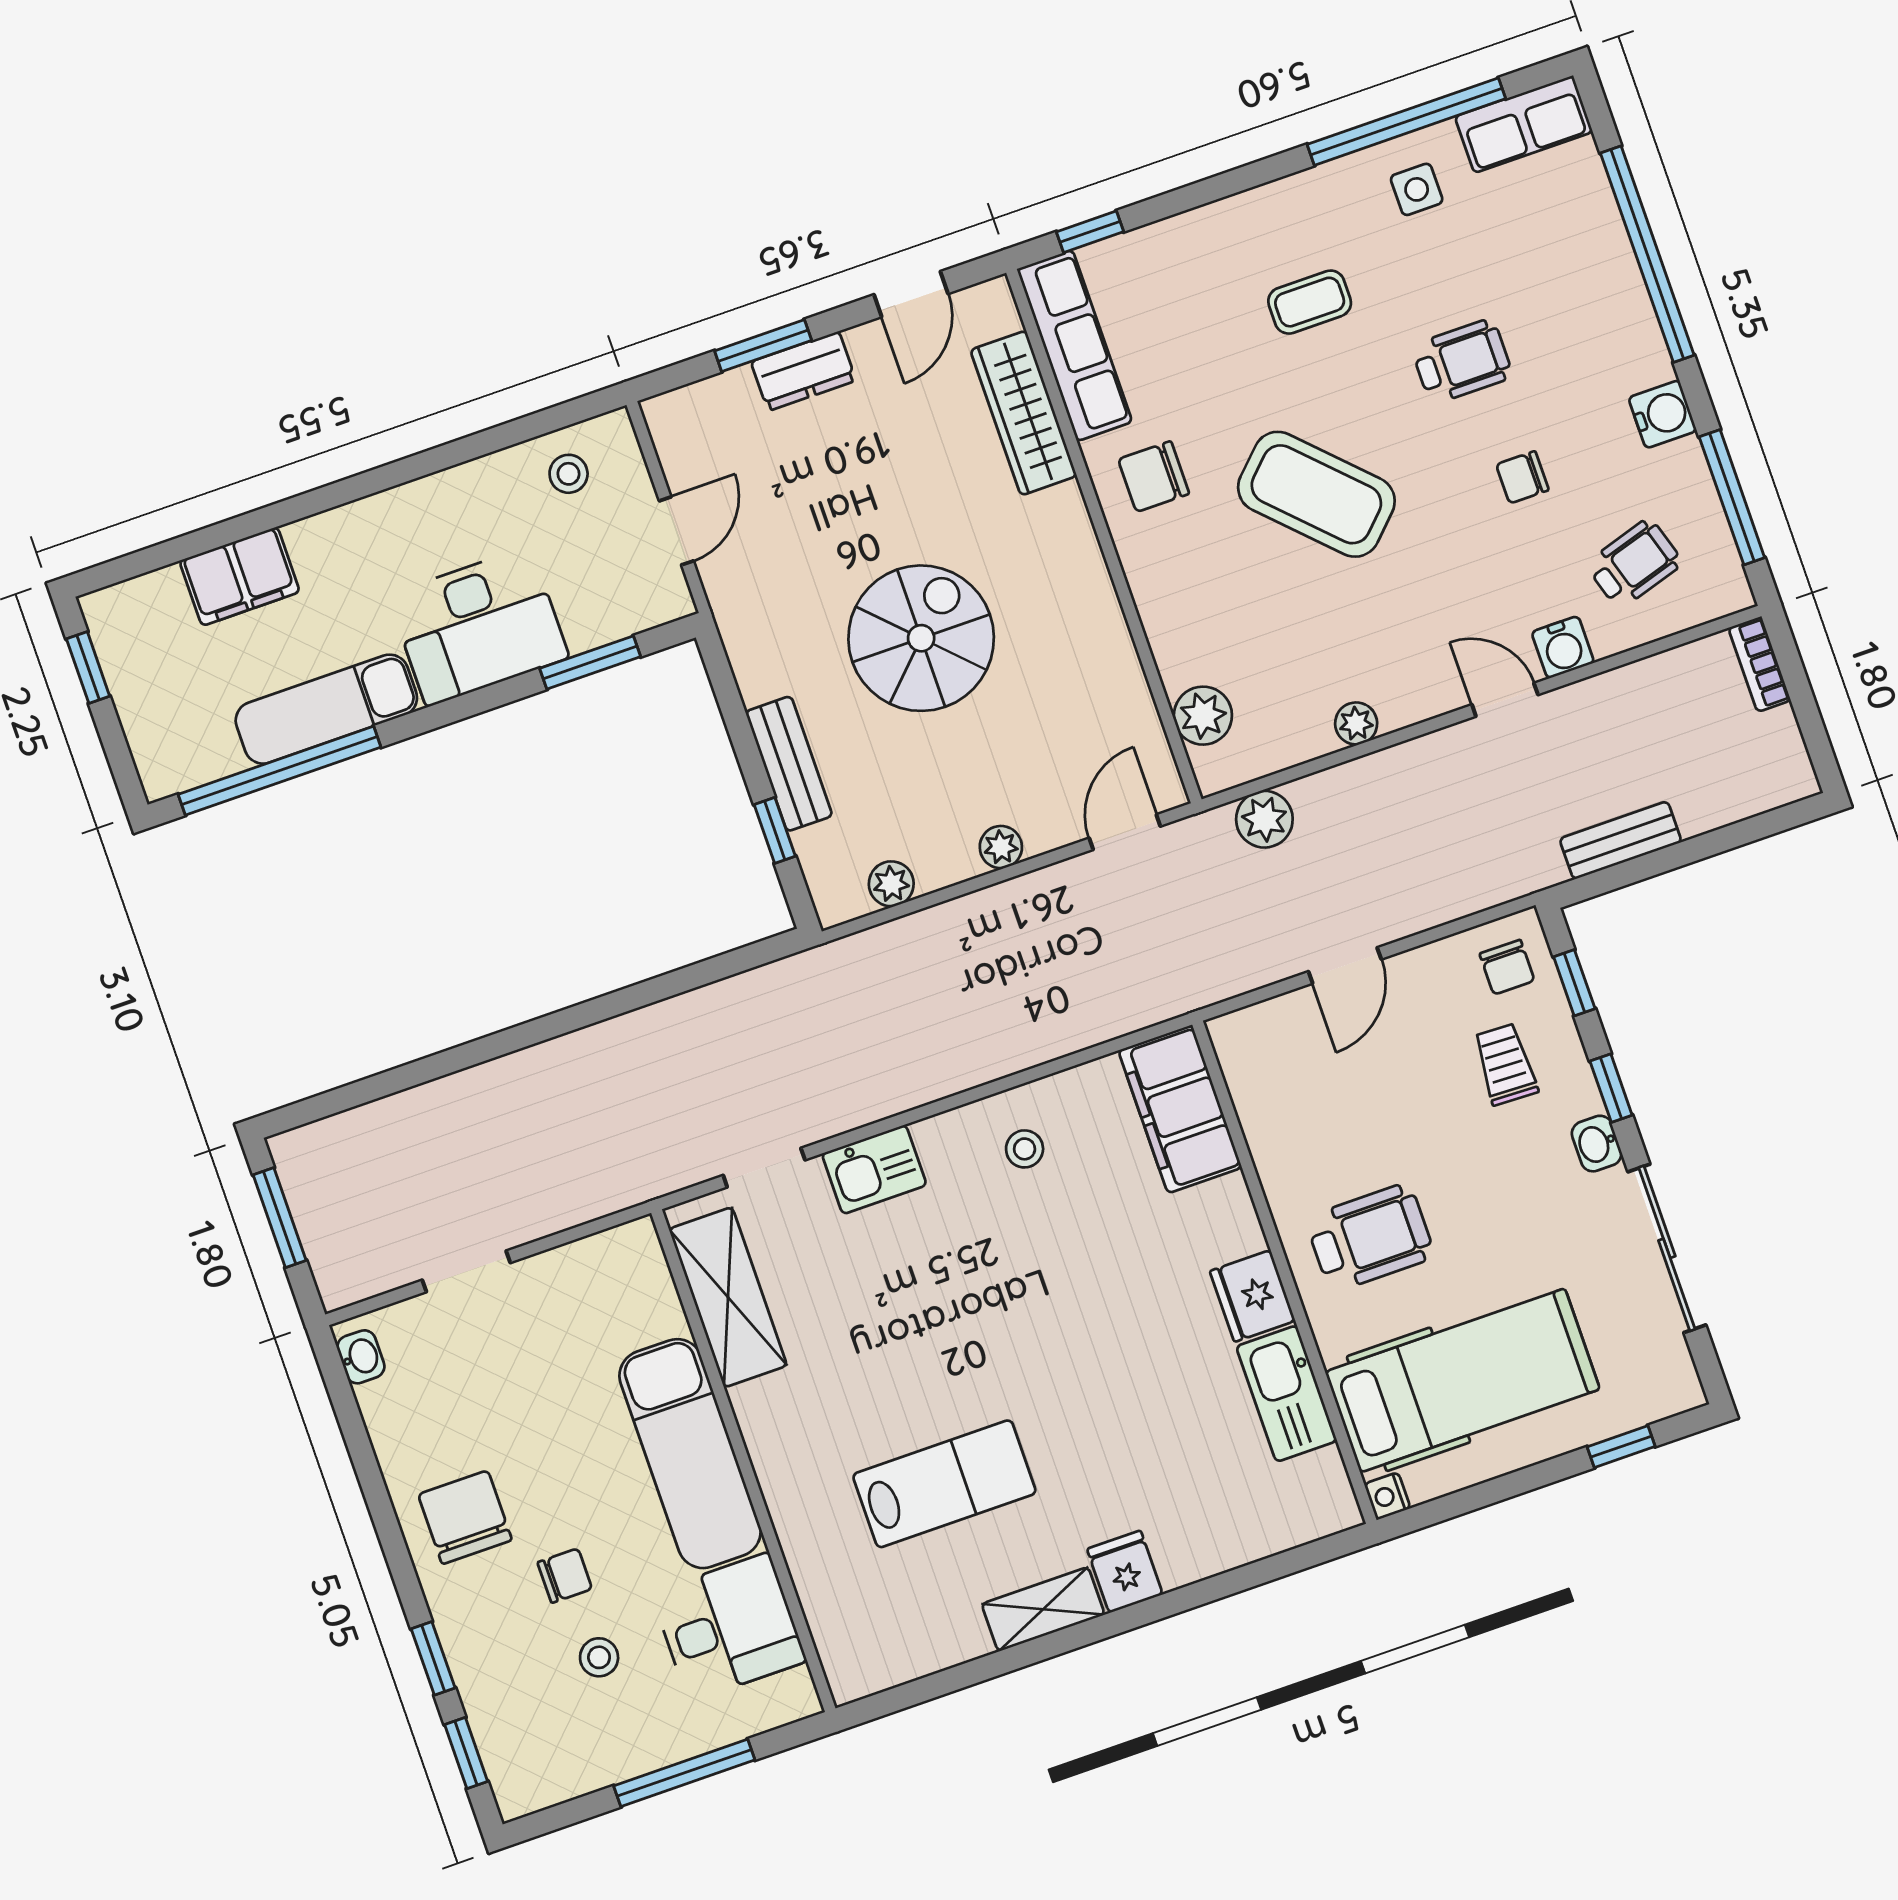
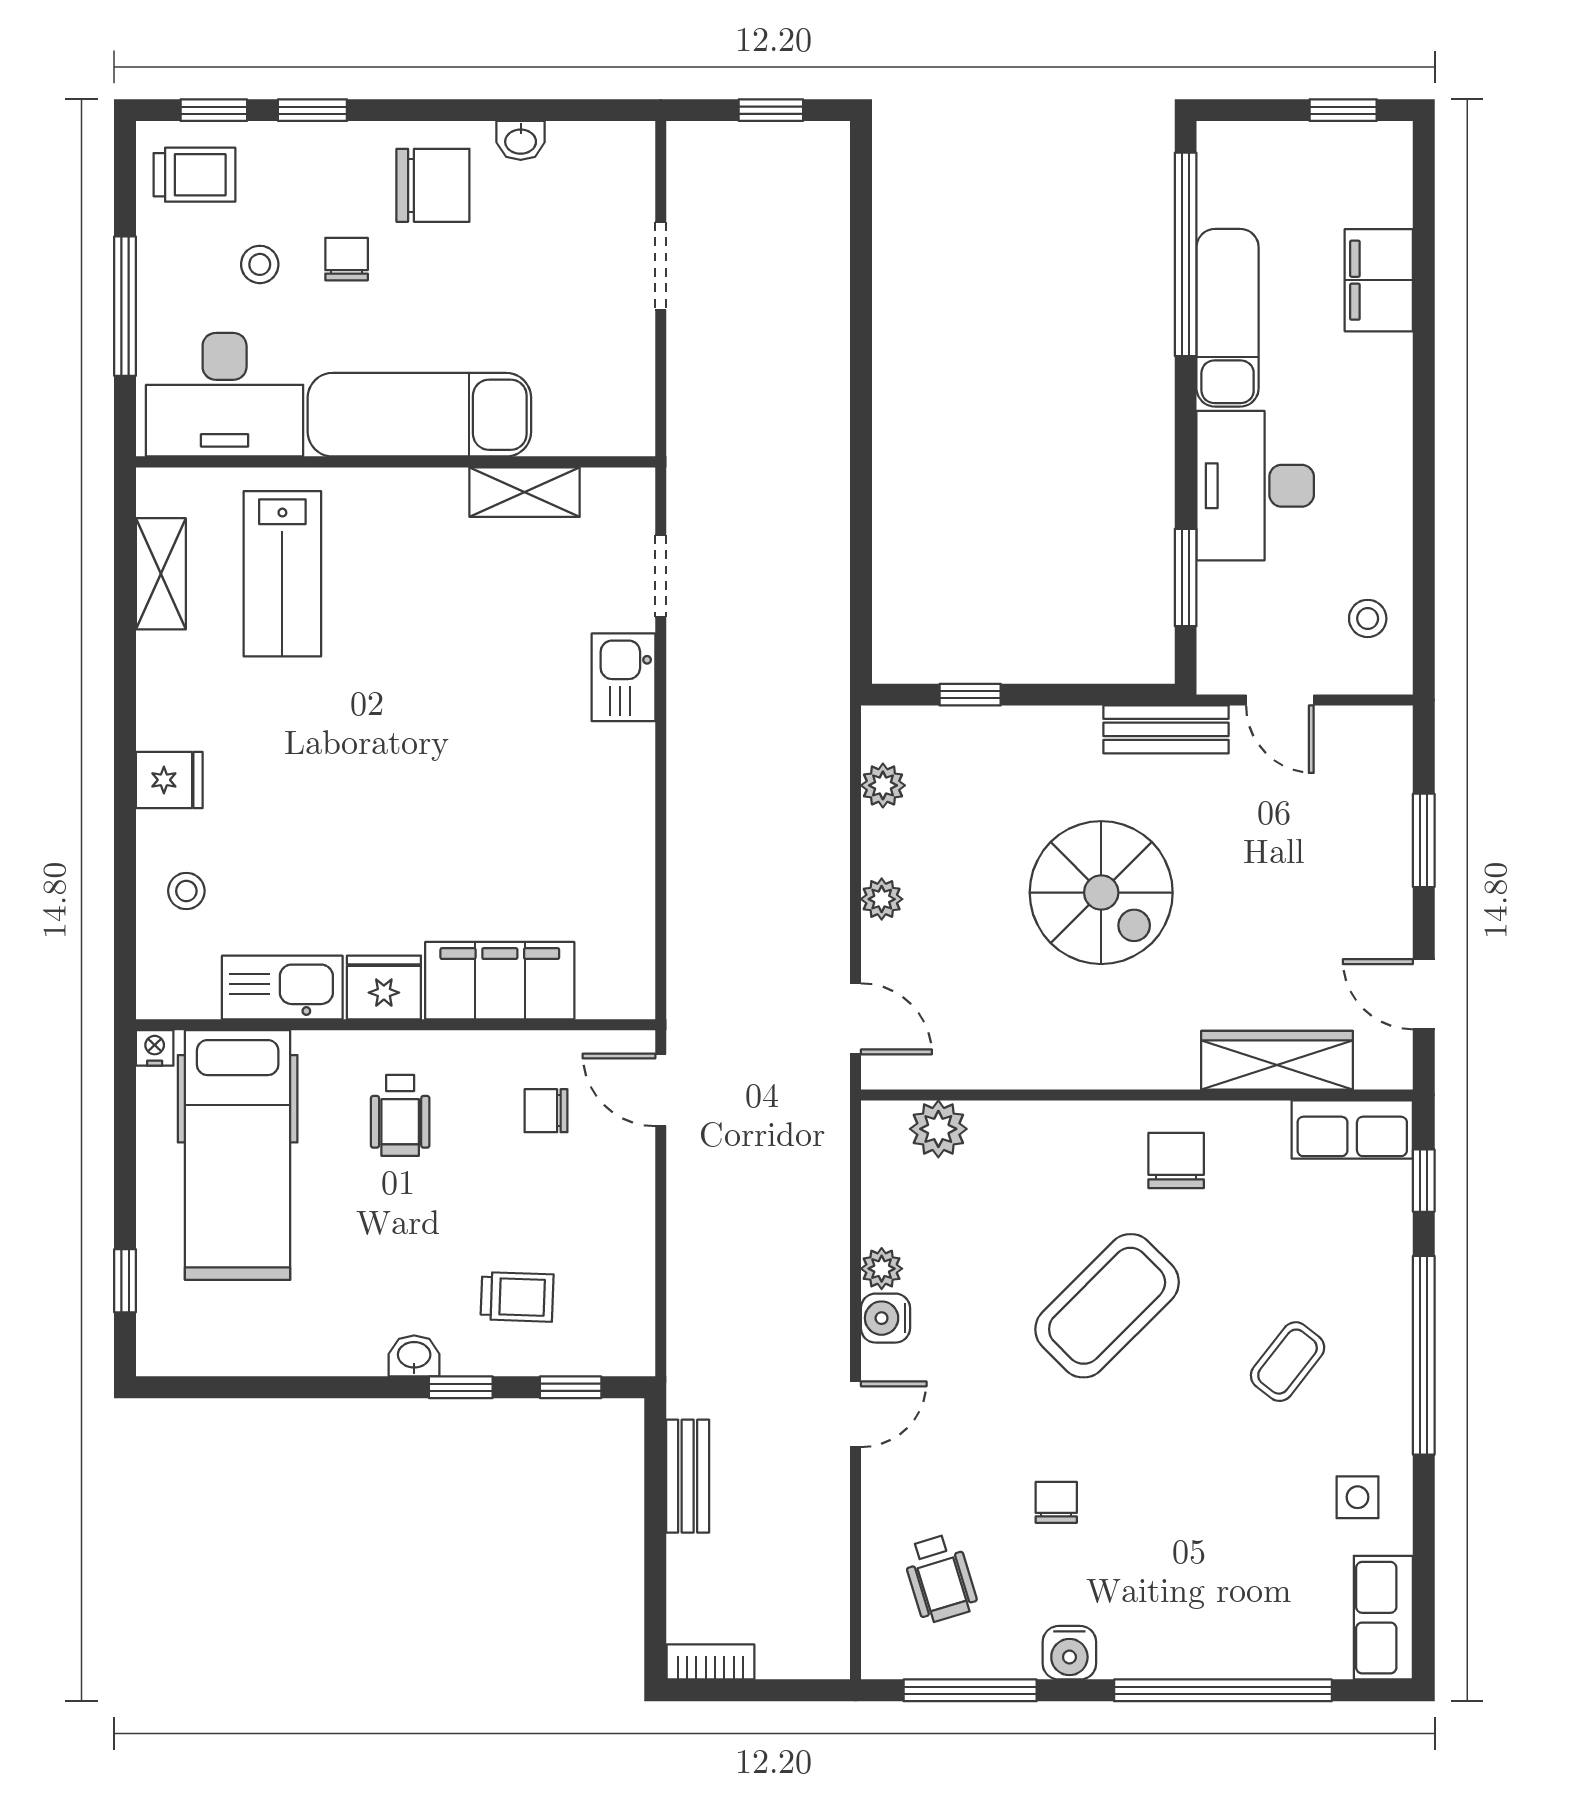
window: (1406, 122) -> (1424, 1355), moved
coffee table: (1310, 302) -> (1288, 1362), turned 38
row of seats: (1075, 345) -> (1352, 1129), width x0.68
wheelchair: (1462, 361) -> (1183, 1484), removed
dresser: (803, 371) -> (1387, 870), removed
water cooler: (1563, 647) -> (885, 1318), moved
bookcase: (1759, 664) -> (710, 1662), moved
bench: (789, 764) -> (1166, 729), moved
plant: (1264, 819) -> (822, 1153), removed
door: (1345, 965) -> (661, 1090), moved
chair: (1507, 967) -> (546, 1111), moved
filing cabinet: (1180, 1109) -> (500, 981), moved
stool: (1025, 1149) -> (186, 891), moved
window: (280, 1218) -> (771, 110), width x0.67
wheelchair: (1370, 1237) -> (400, 1115), width x0.73, depth x0.73
sliding door: (1667, 1248) -> (294, 1387), removed
shelving: (728, 1297) -> (525, 492), width x0.67, depth x0.75
washbasin: (361, 1357) -> (521, 140), moved
lab bench: (944, 1484) -> (282, 574), moved
chair: (565, 1576) -> (347, 259), turned 180
shelving: (1043, 1609) -> (161, 574), moved
desk: (729, 1627) -> (225, 395), width x1.37
trolley: (535, 1750) -> (194, 175), added

